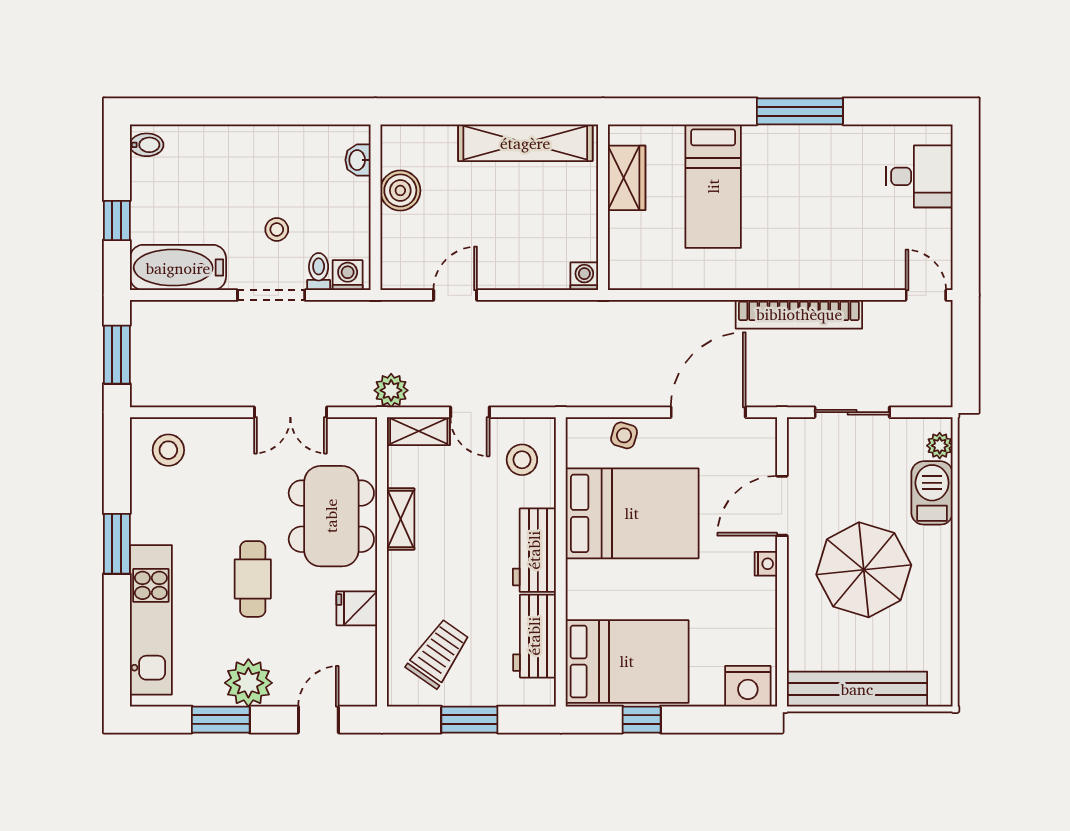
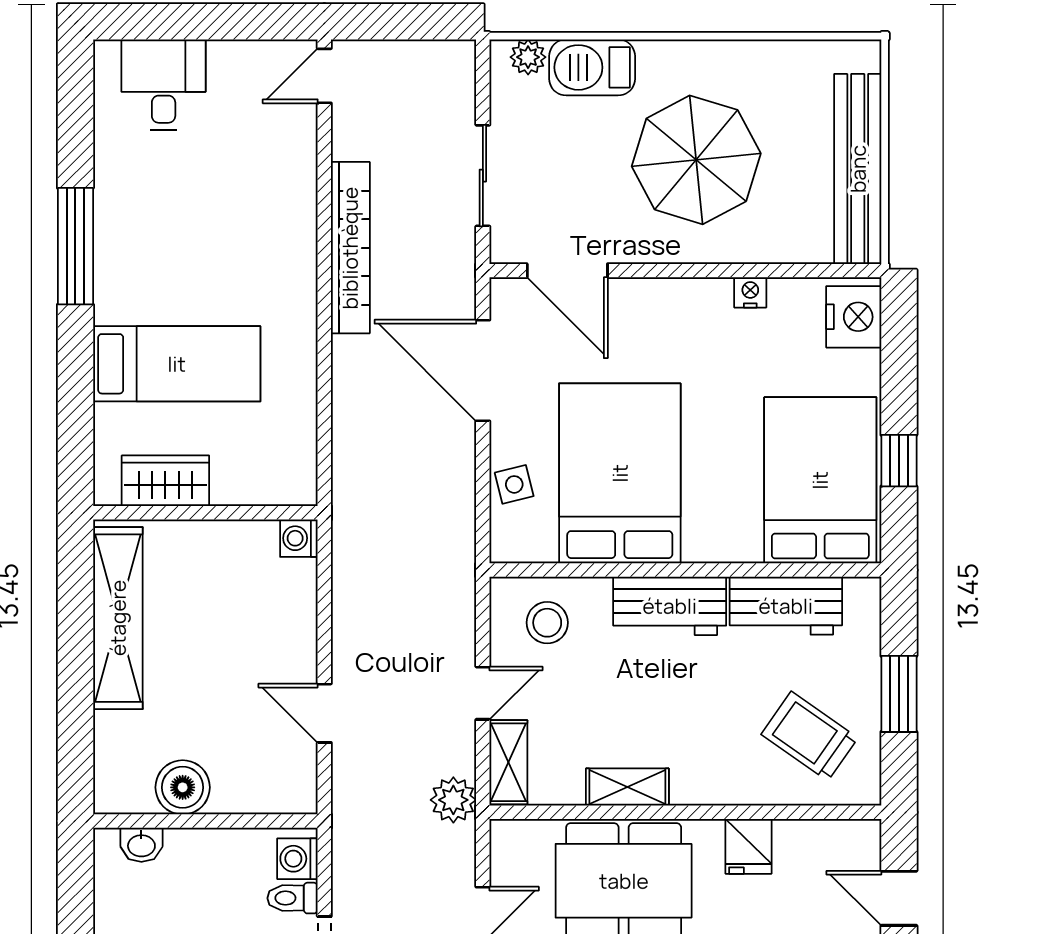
side table: (624, 435) -> (514, 484), turned -30
door: (782, 506) -> (567, 271), moved
nightstand: (766, 564) -> (750, 292), moved

